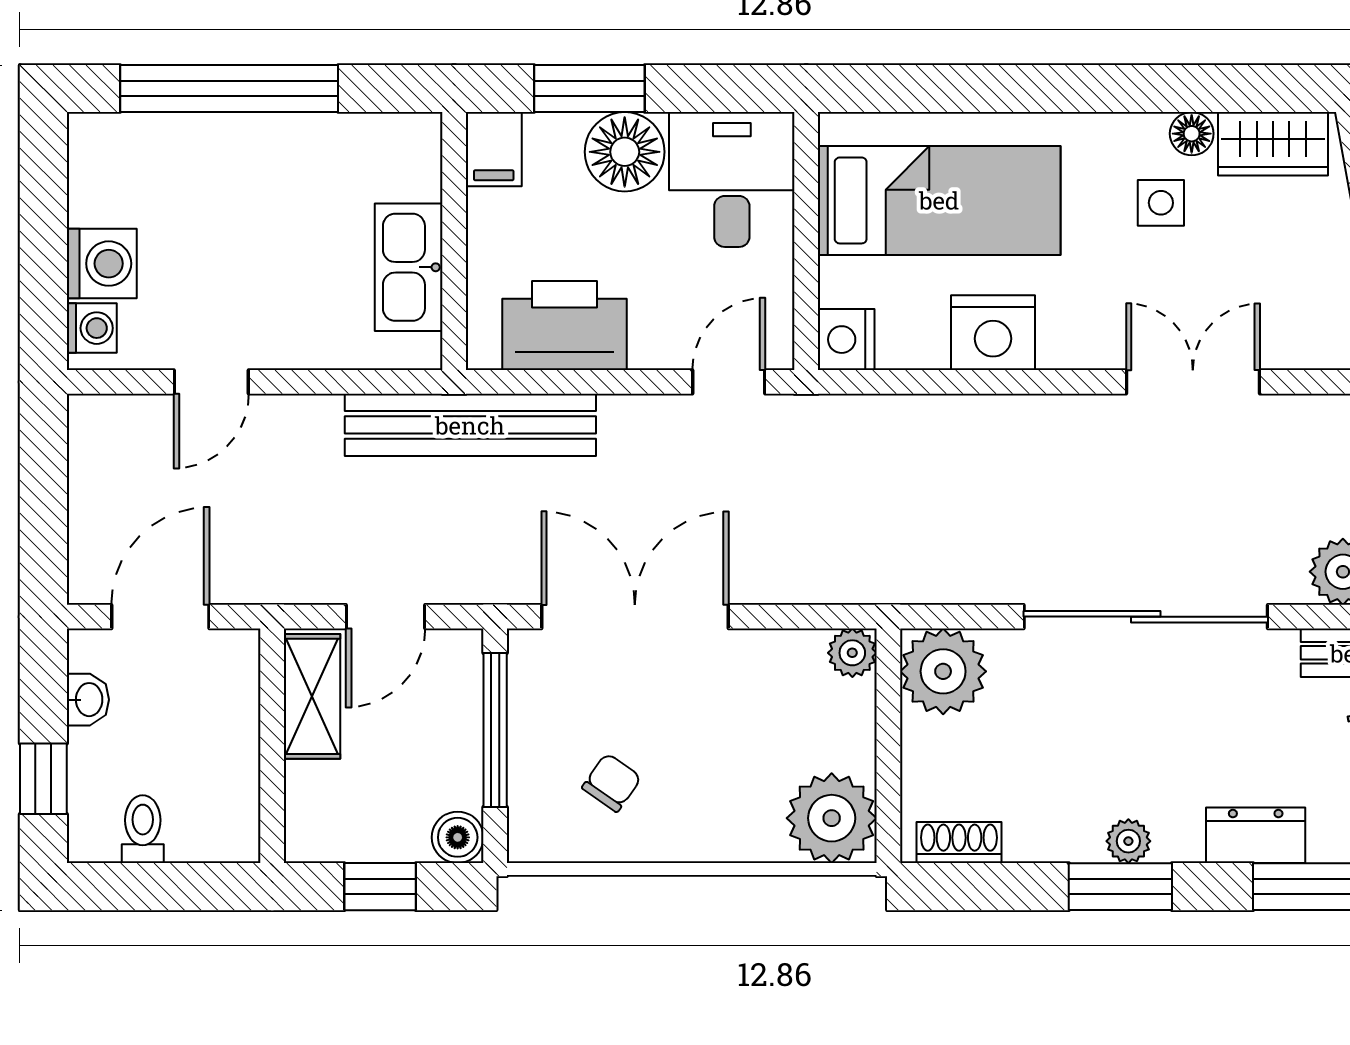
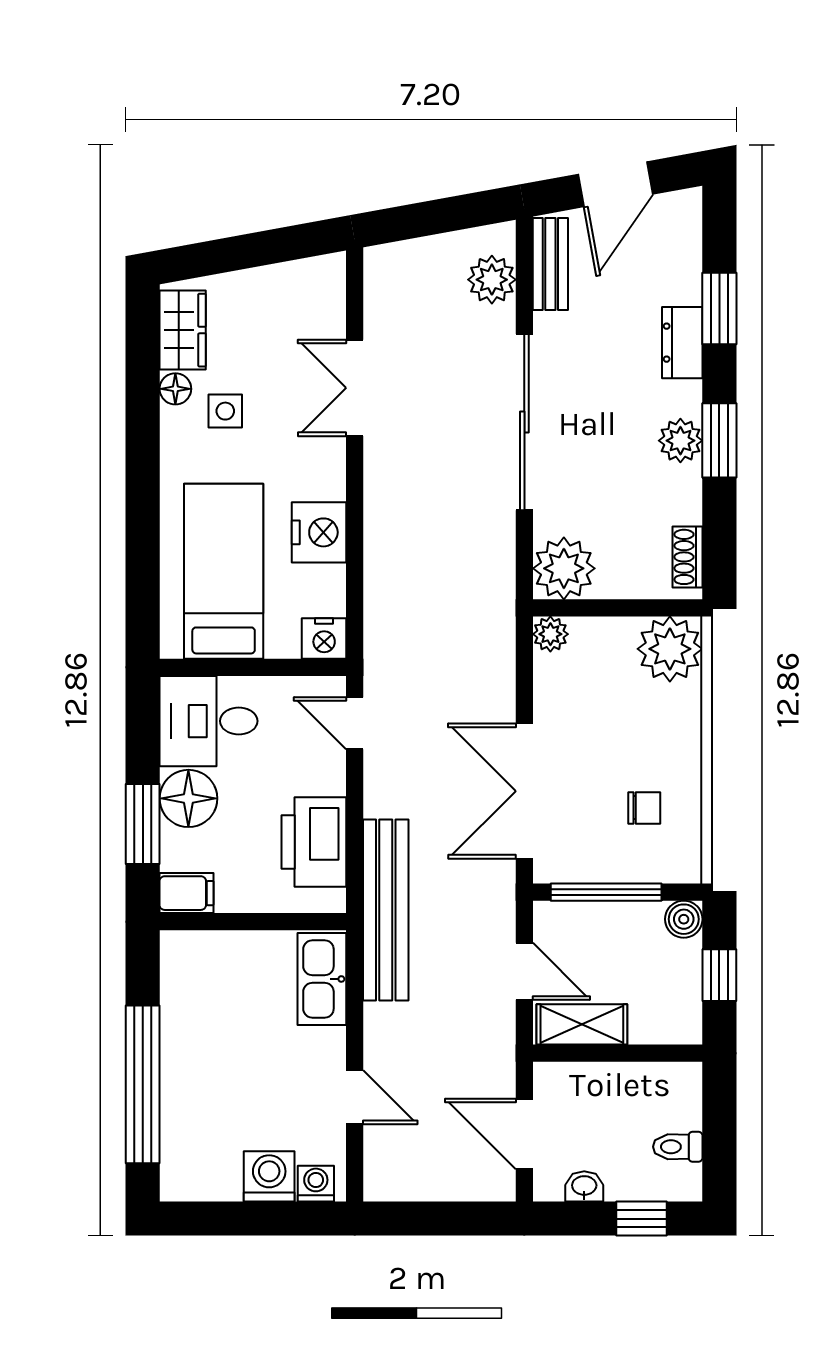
kitchen sink: (409, 267) -> (322, 979), moved, turned 90
chair: (612, 783) -> (644, 808), turned 145
plant: (1128, 841) -> (680, 441), width x1.38, depth x1.38

